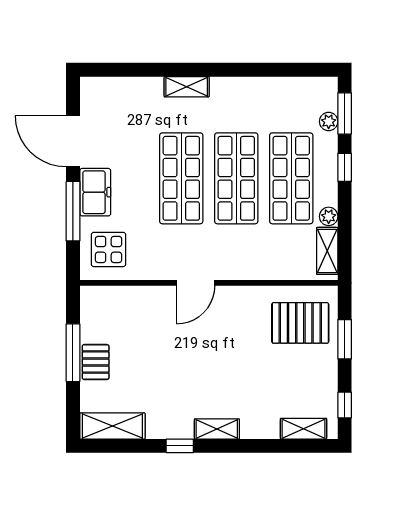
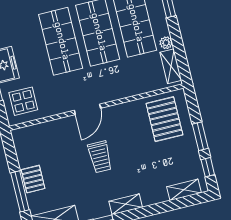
pallet: (300, 323) -> (164, 119), turned 90
window: (345, 339) -> (200, 136), moved
window: (73, 353) -> (20, 191), moved
trolley: (197, 354) -> (100, 157), added

